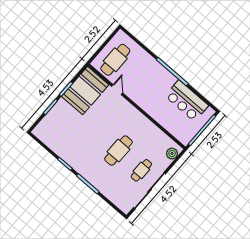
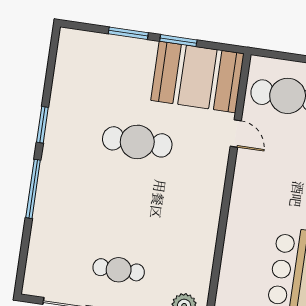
door: (117, 90) -> (236, 133), hinge flipped
cafe table: (118, 151) -> (137, 142), moved

